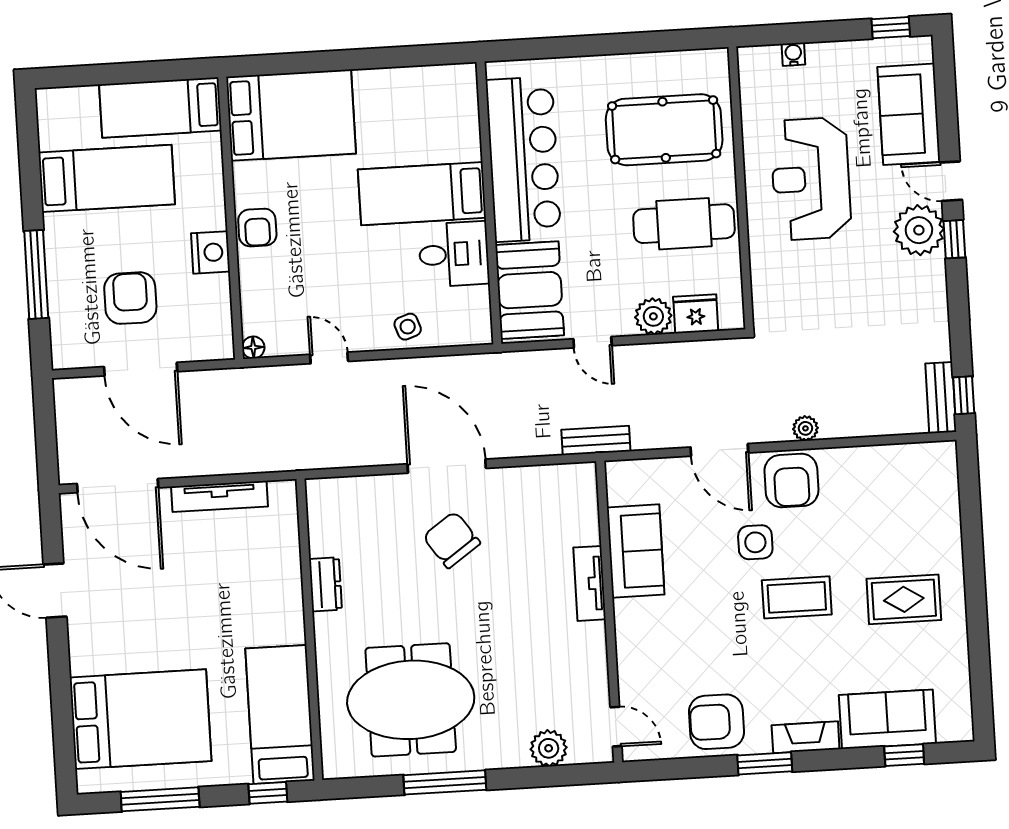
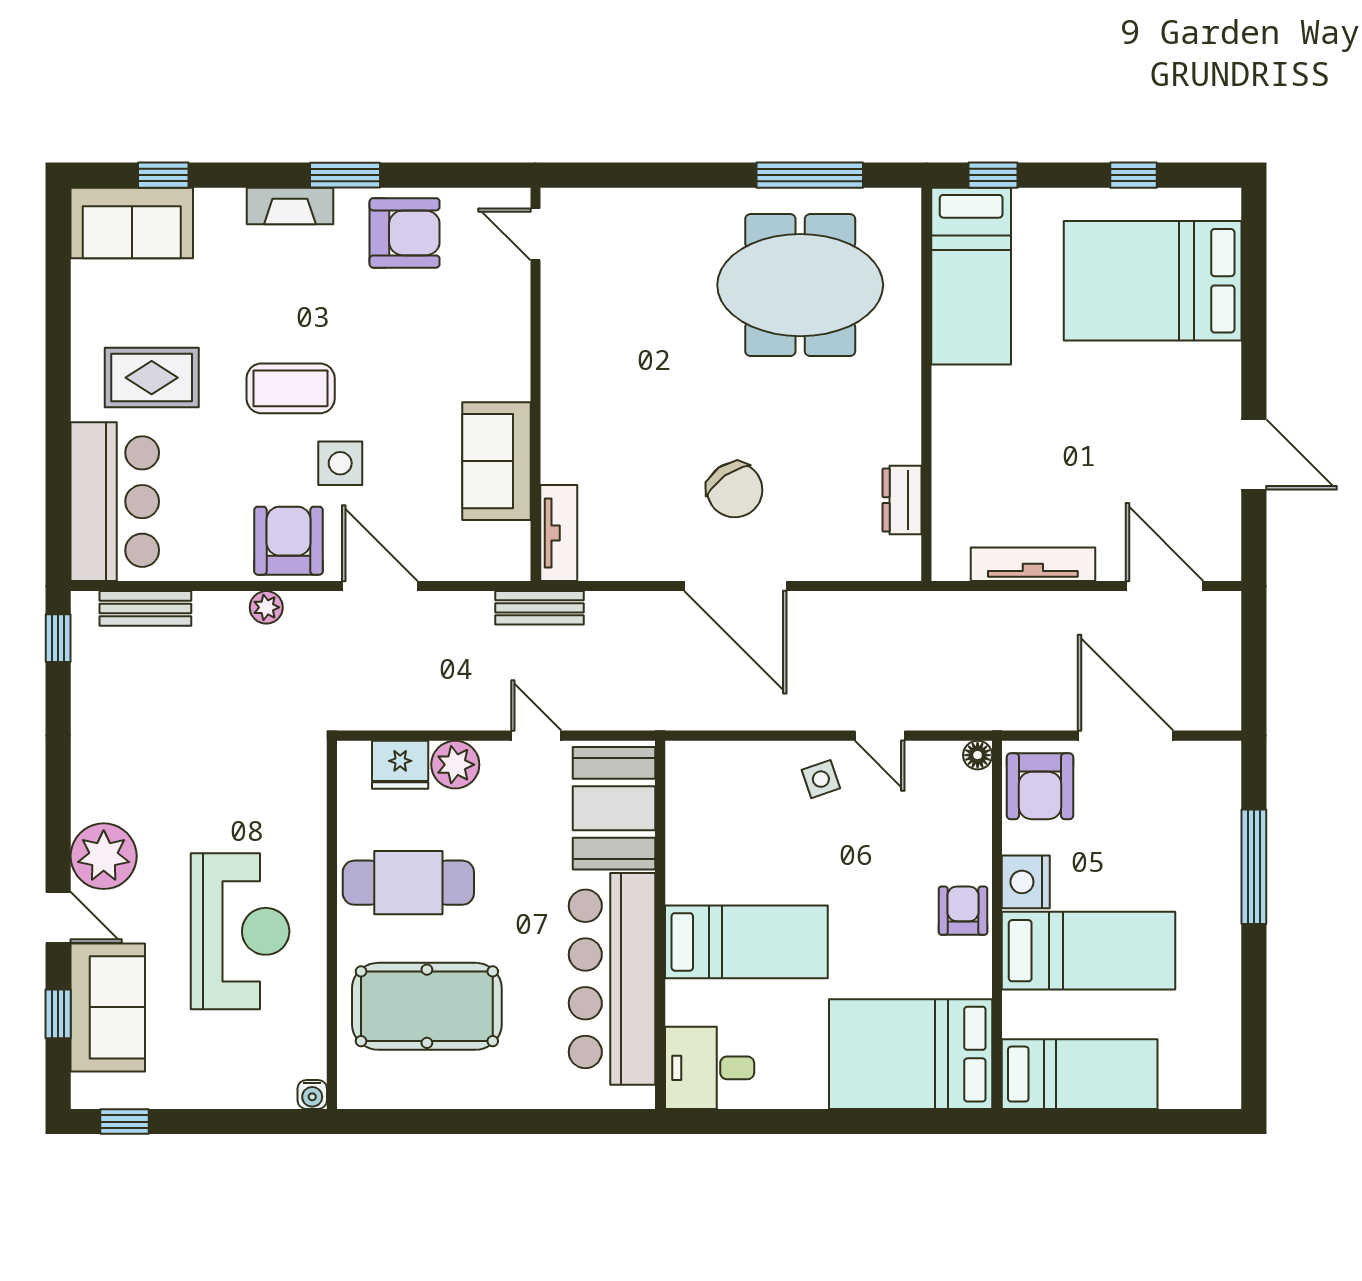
water cooler: (793, 54) -> (312, 1094), moved
bed: (107, 178) -> (1089, 951), moved, turned 180
window: (954, 239) -> (58, 1014), moved
desk: (454, 254) -> (710, 1068), moved
armchair: (130, 298) -> (1040, 786), moved
side table: (408, 327) -> (821, 779), moved
bench: (941, 398) -> (145, 608), moved, turned 90
door: (118, 486) -> (1164, 586), width x0.73
bar counter: (926, 503) -> (115, 502), added
tv unit: (590, 583) -> (559, 533), moved
dresser: (325, 584) -> (902, 500), moved
sofa: (887, 719) -> (132, 223), moved
plant: (549, 748) -> (625, 212), removed
window: (445, 782) -> (810, 175), moved
window: (160, 799) -> (1133, 175), width x0.46

